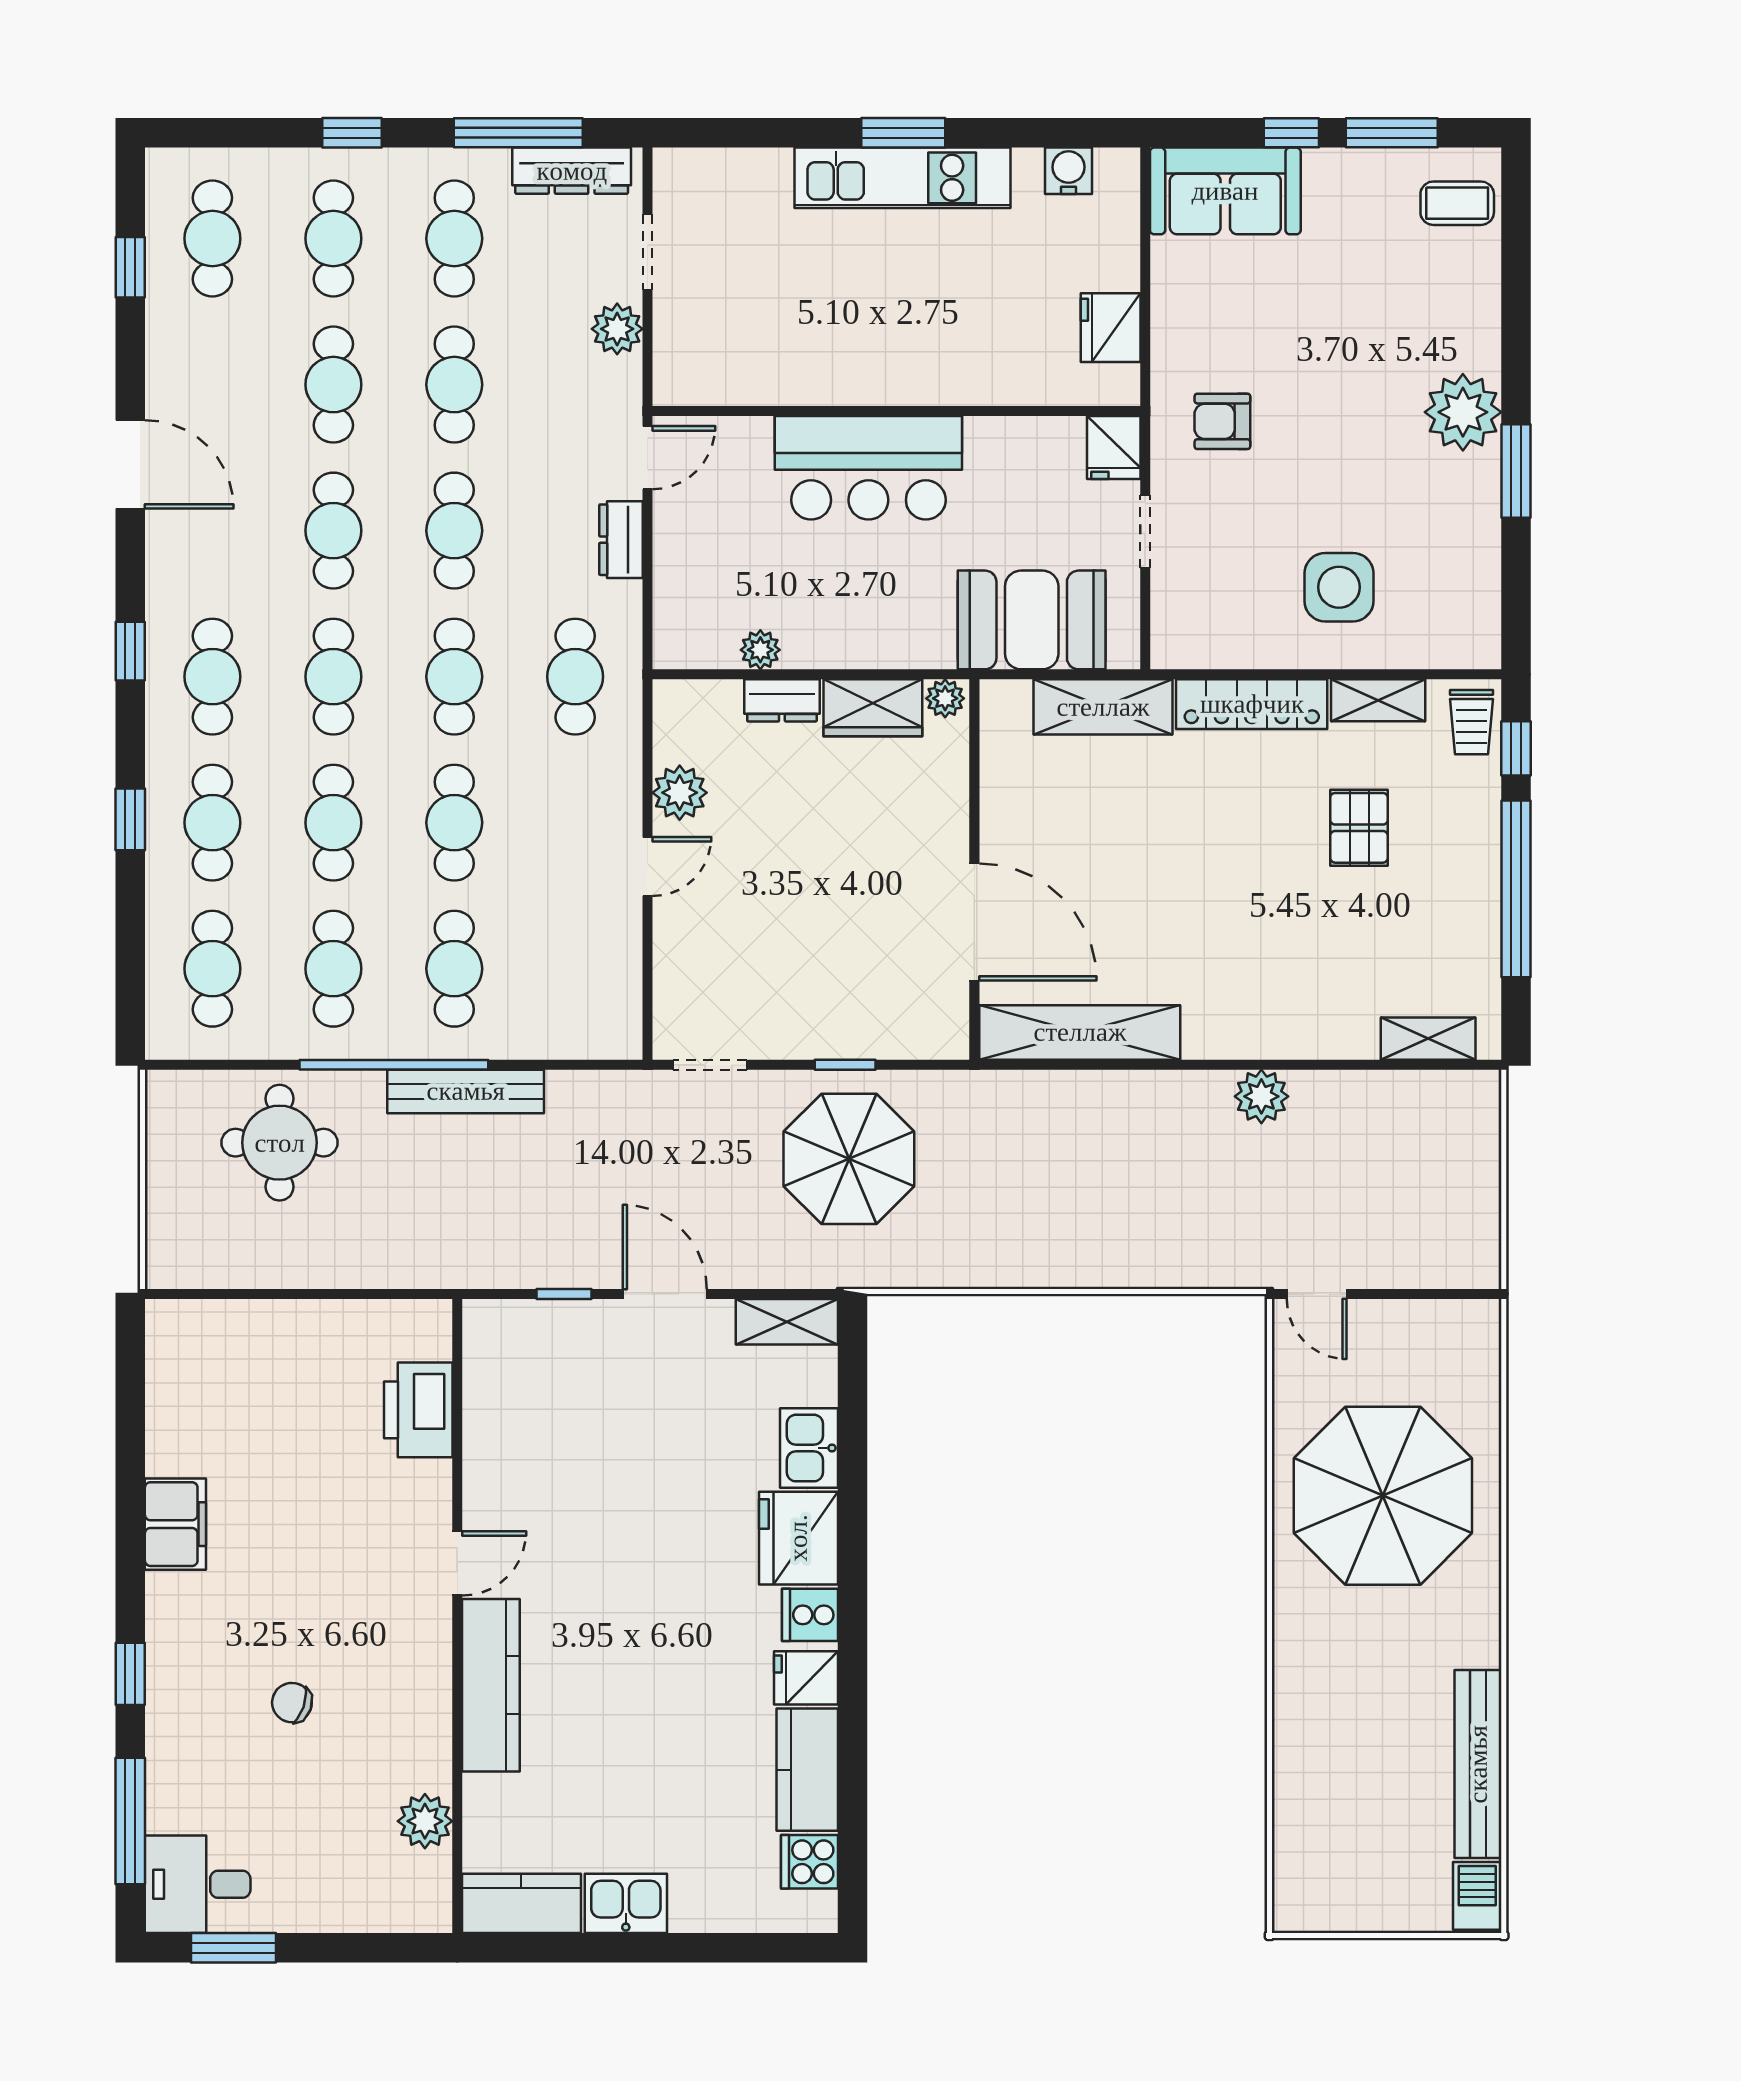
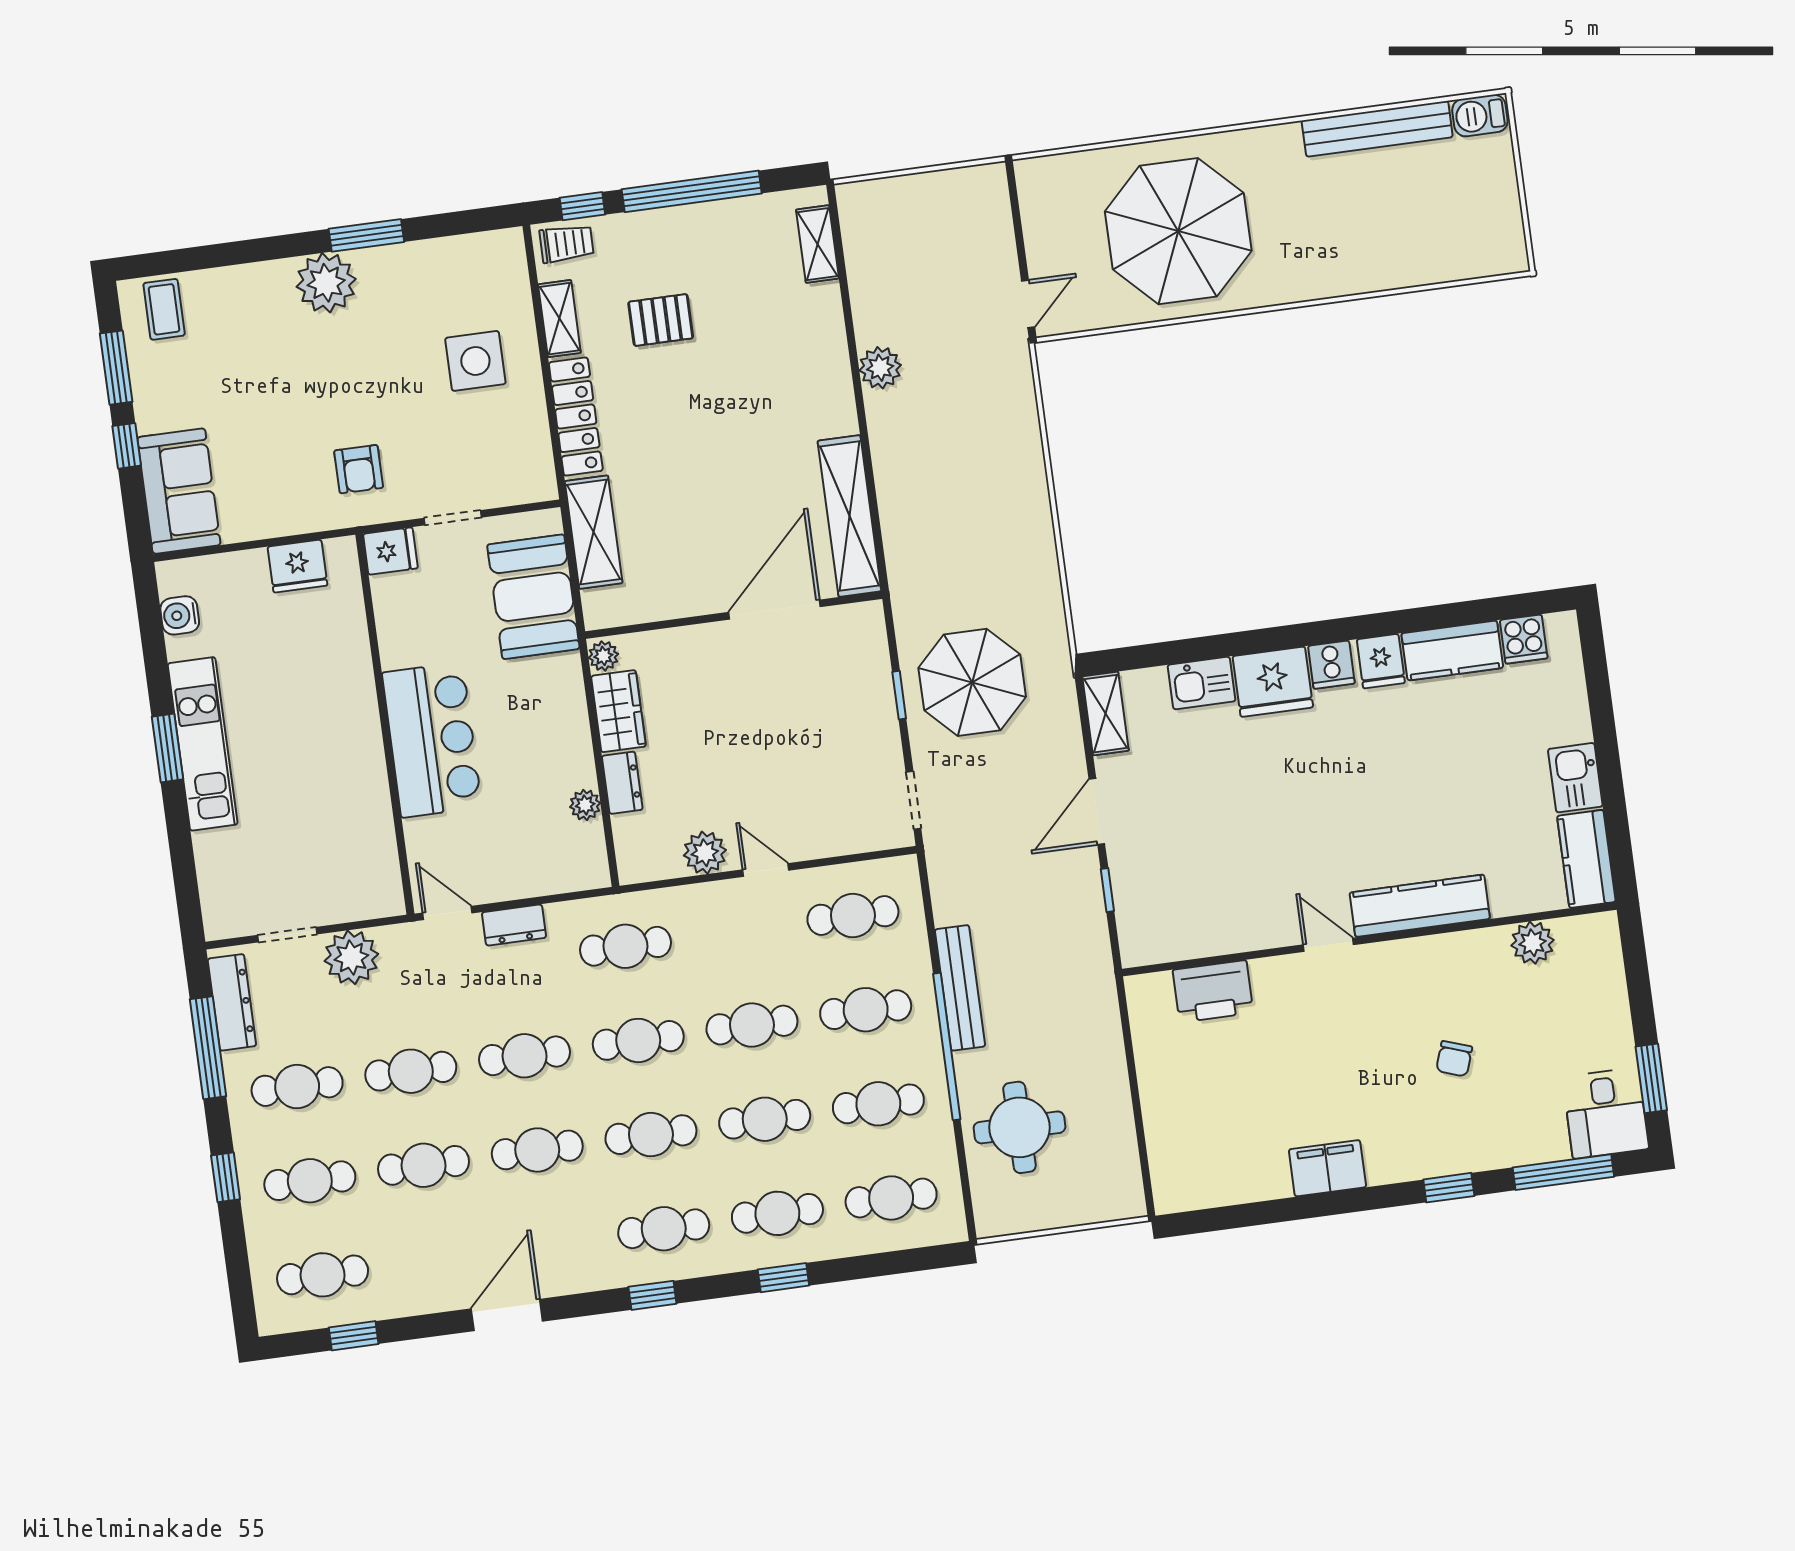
plant: (617, 329) -> (351, 957), width x1.36, depth x1.36
cafe table: (575, 969) -> (853, 916), added

